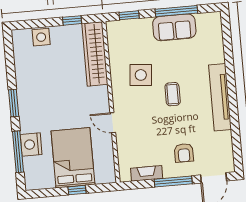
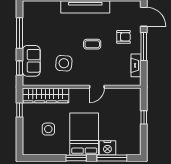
sofa: (174, 27) -> (31, 61), moved
side table: (41, 37) -> (48, 129), moved
coffee table: (173, 94) -> (92, 44), moved
bed: (73, 158) -> (84, 134), moved, turned 90

